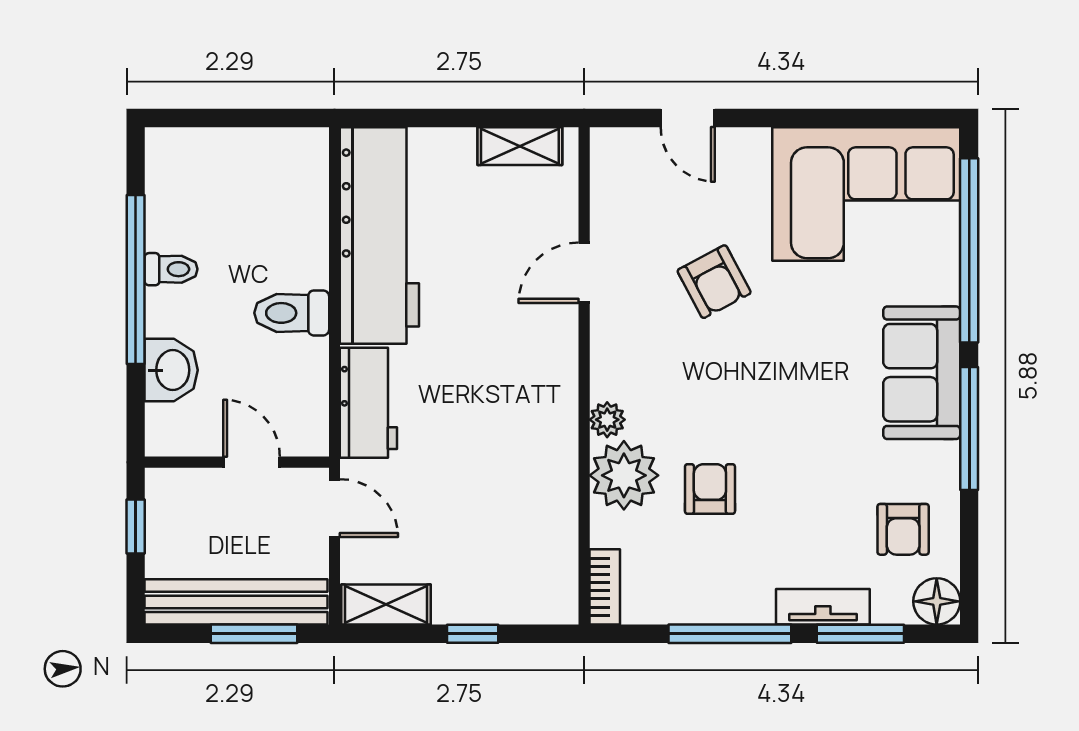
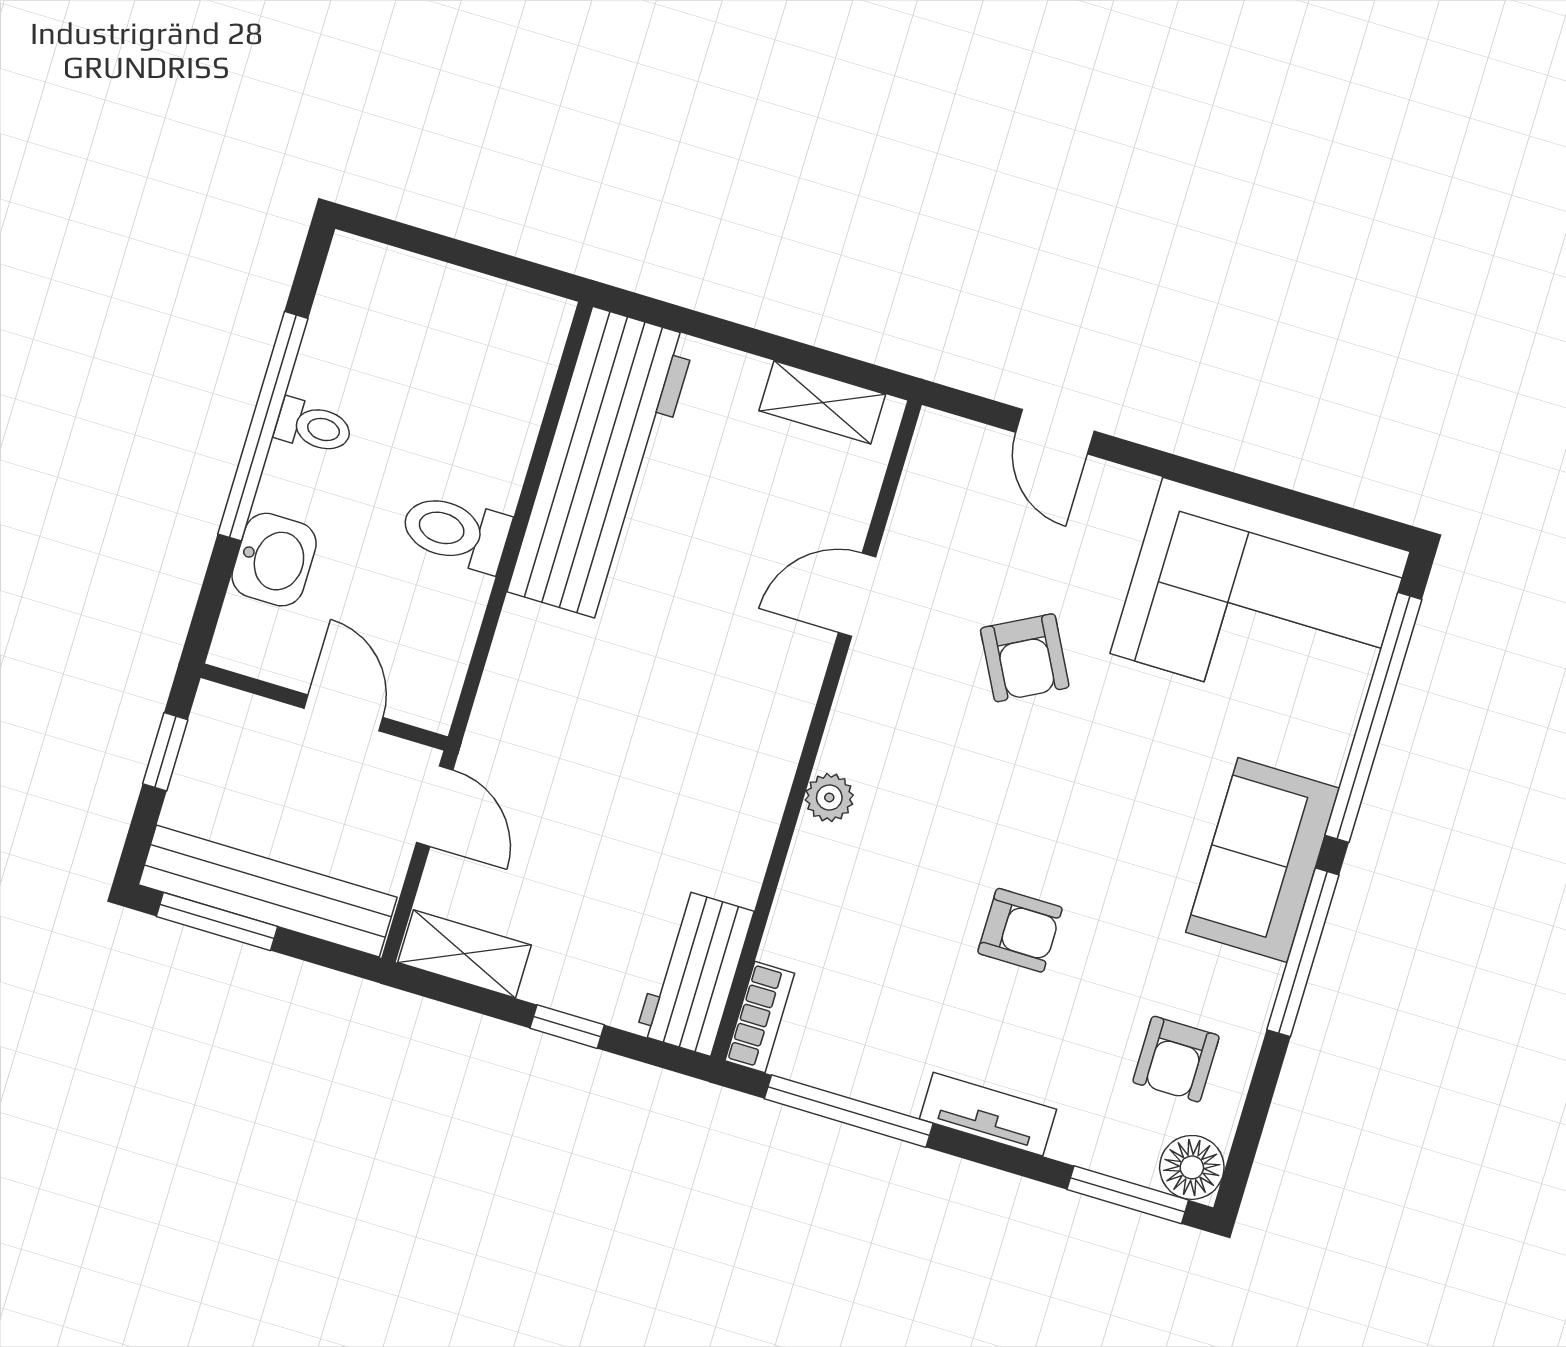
workbench: (368, 403) -> (695, 973), moved, turned 180
plant: (624, 475) -> (829, 878), removed
armchair: (710, 489) -> (1020, 930), moved, turned 90
tv unit: (823, 607) -> (988, 1114), moved
window: (254, 634) -> (217, 921), moved
window: (730, 634) -> (849, 1111), moved
window: (860, 634) -> (1128, 1195), moved

